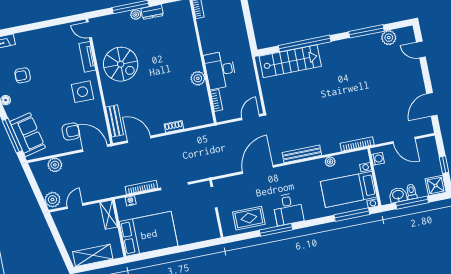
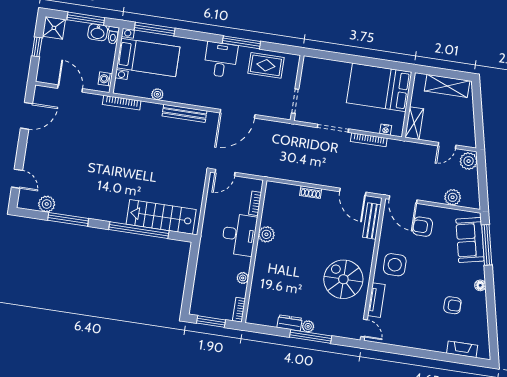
plant: (204, 35) -> (243, 278), added
toilet: (411, 192) -> (113, 35), moved

